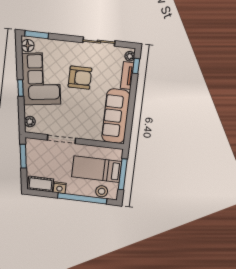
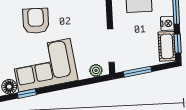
window: (21, 88) -> (27, 94), moved
doorway: (62, 139) -> (111, 46), moved
window: (41, 193) -> (178, 43), added

